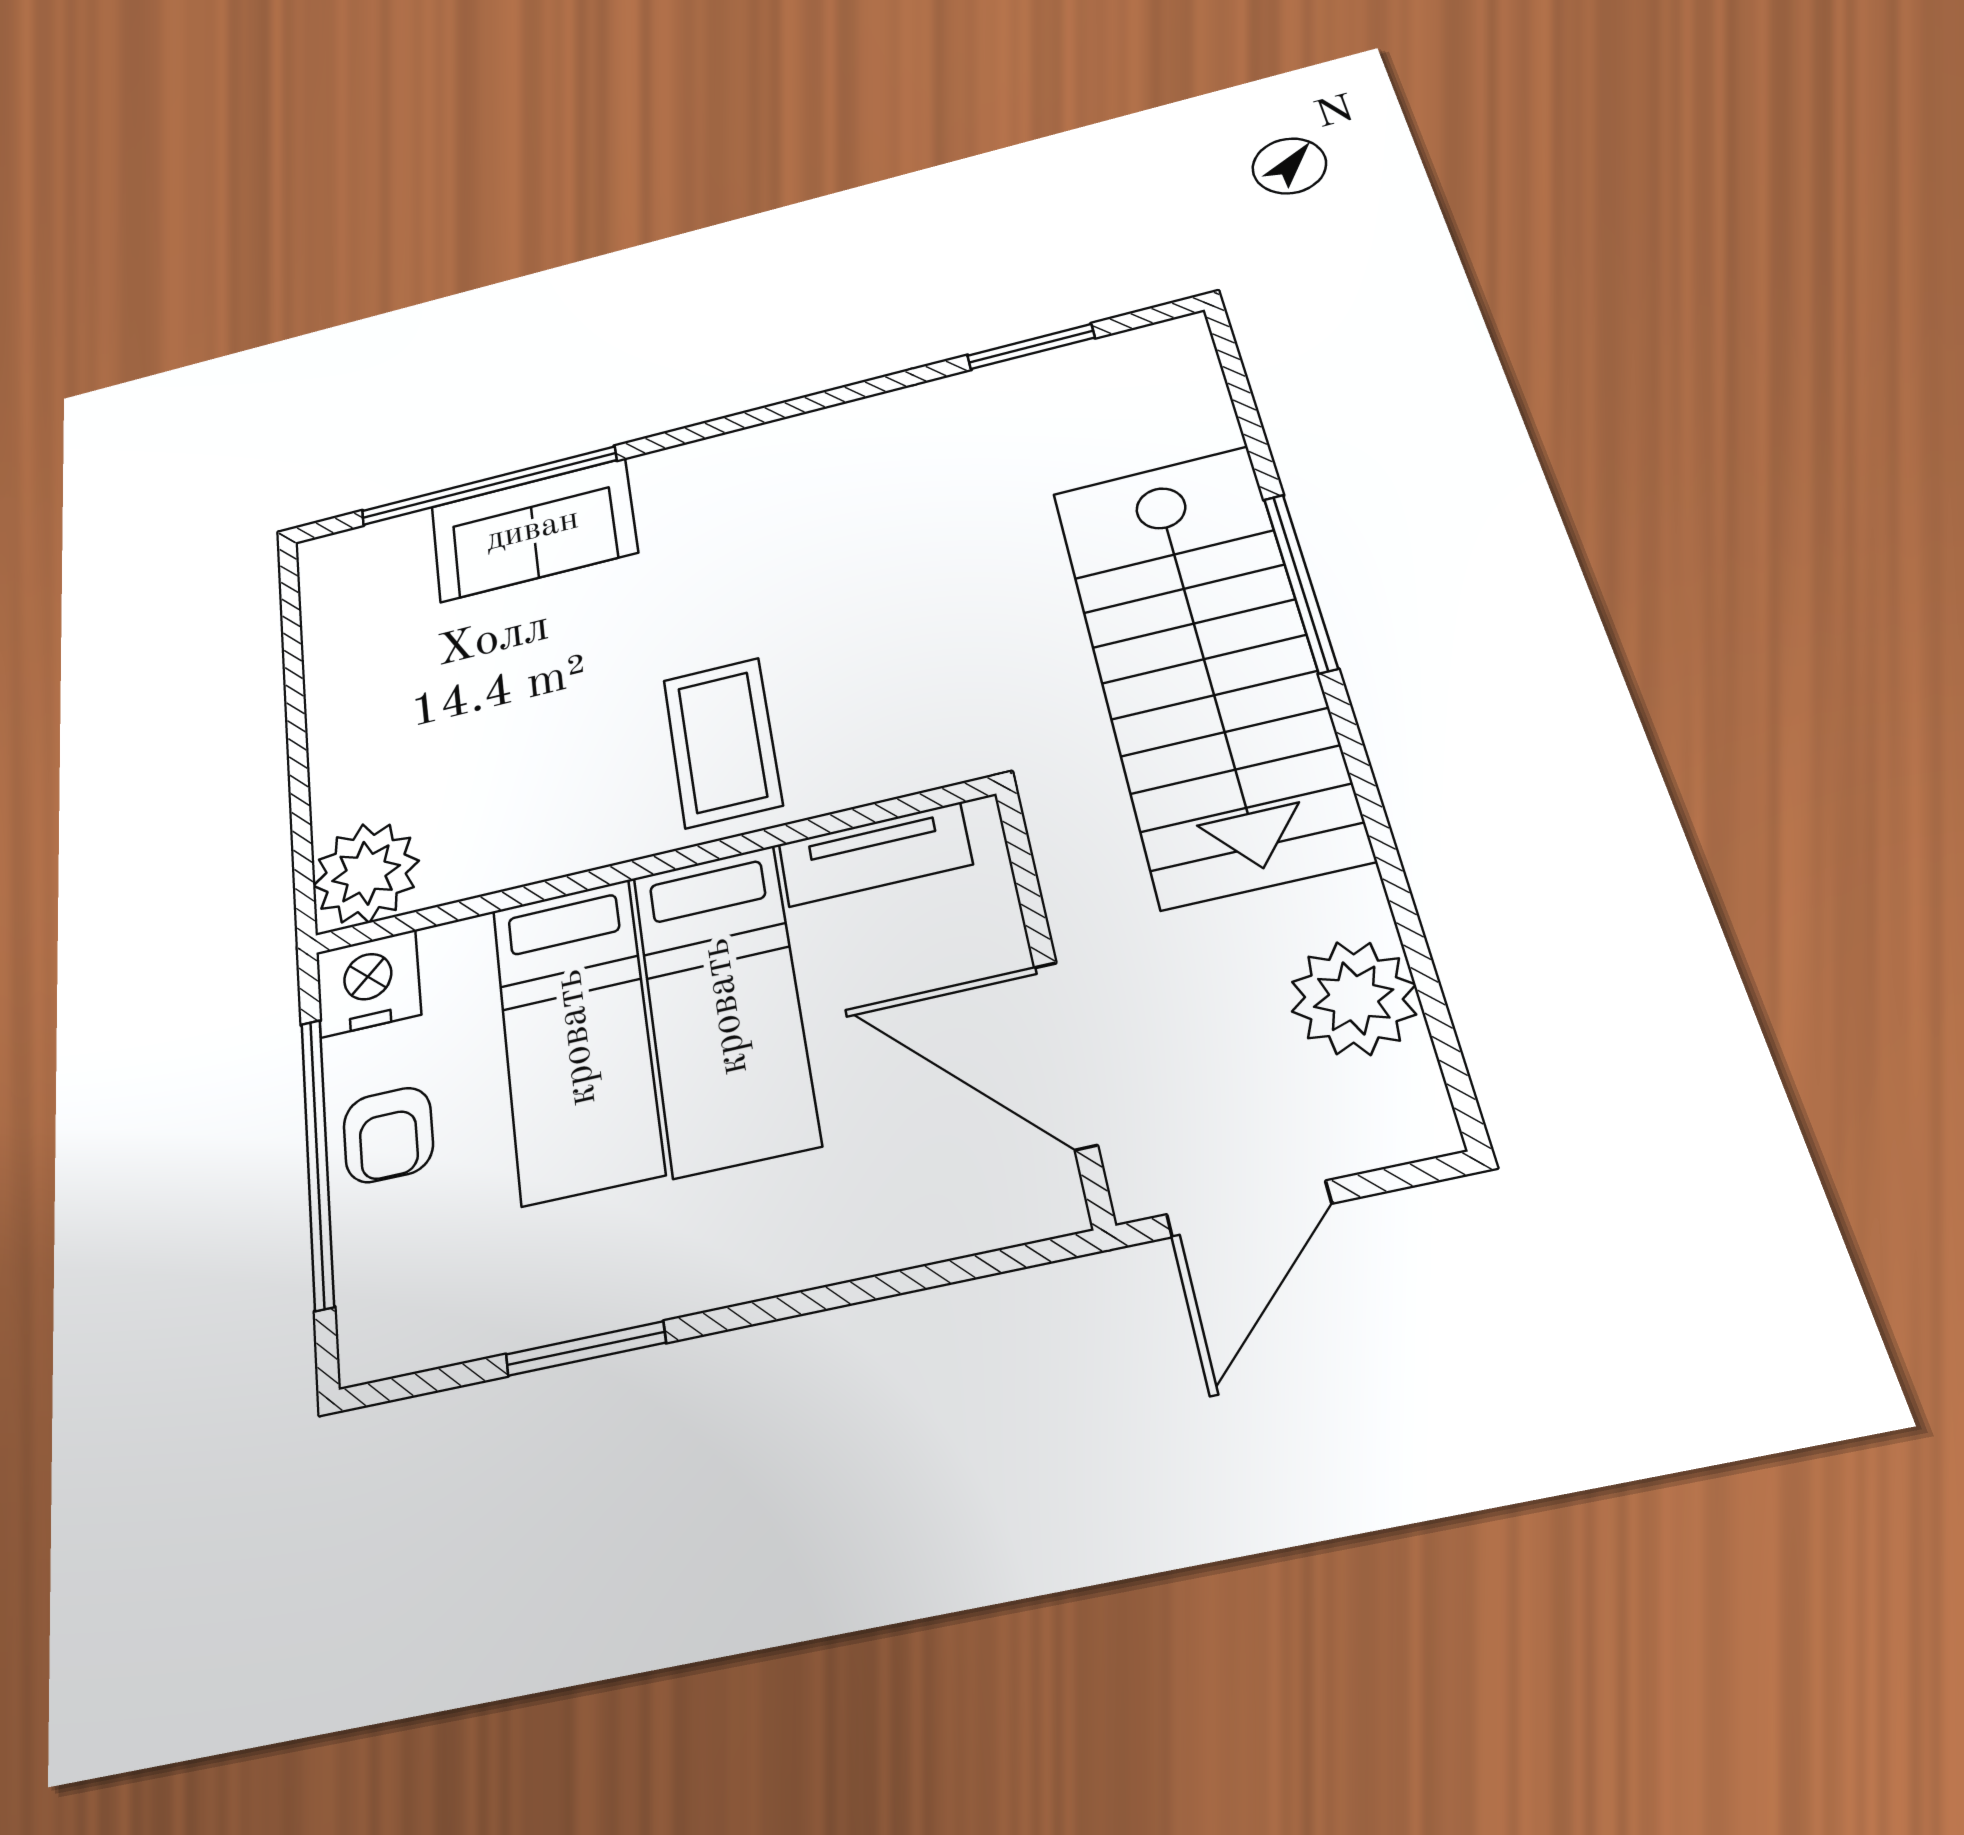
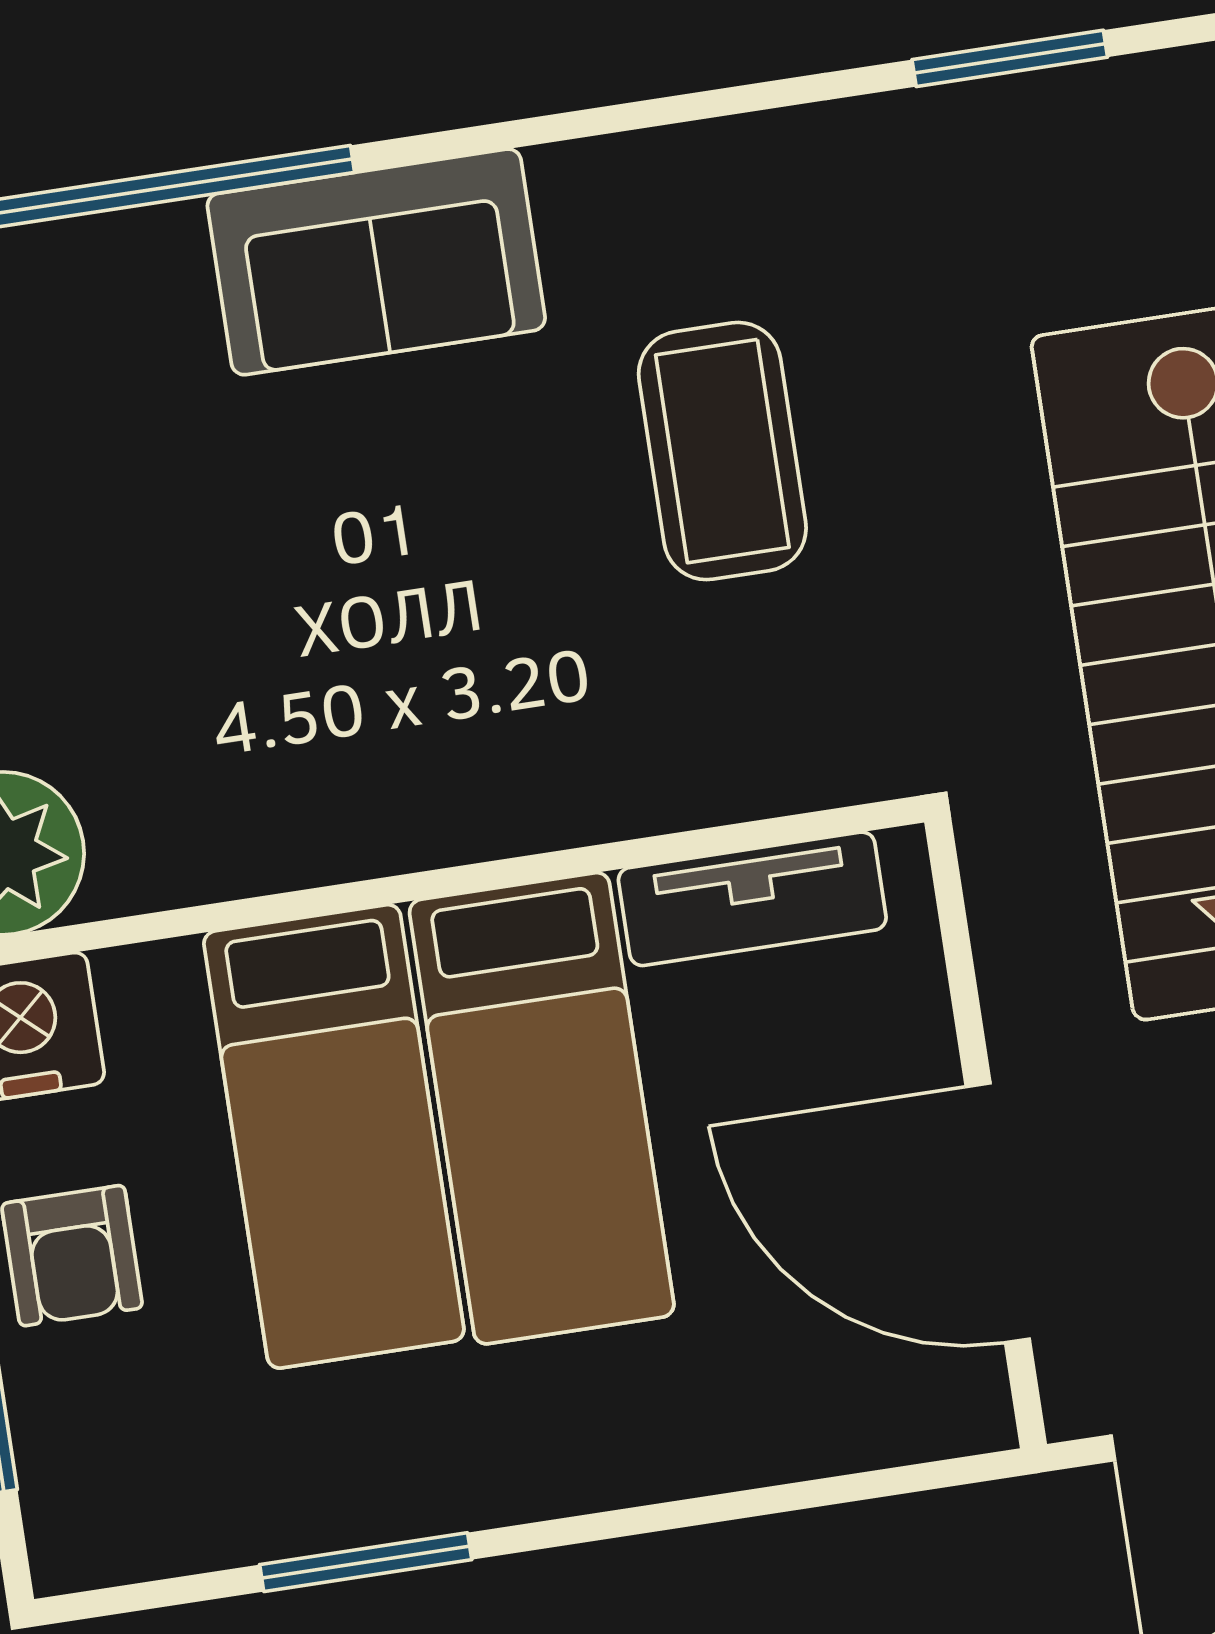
sofa: (533, 530) -> (376, 262), moved
coffee table: (722, 742) -> (722, 451), moved

